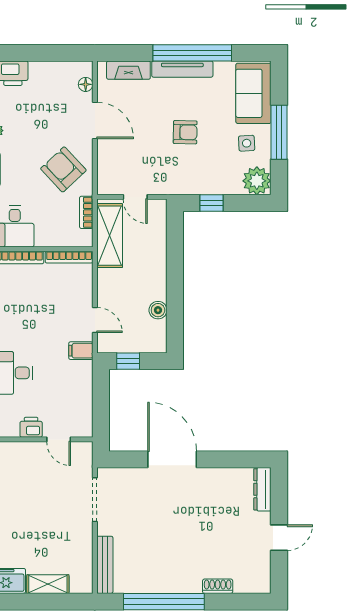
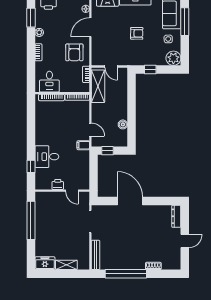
door: (95, 120) -> (90, 27), swing flipped
window: (279, 132) -> (185, 22), moved
armchair: (63, 169) -> (74, 52), turned -137

